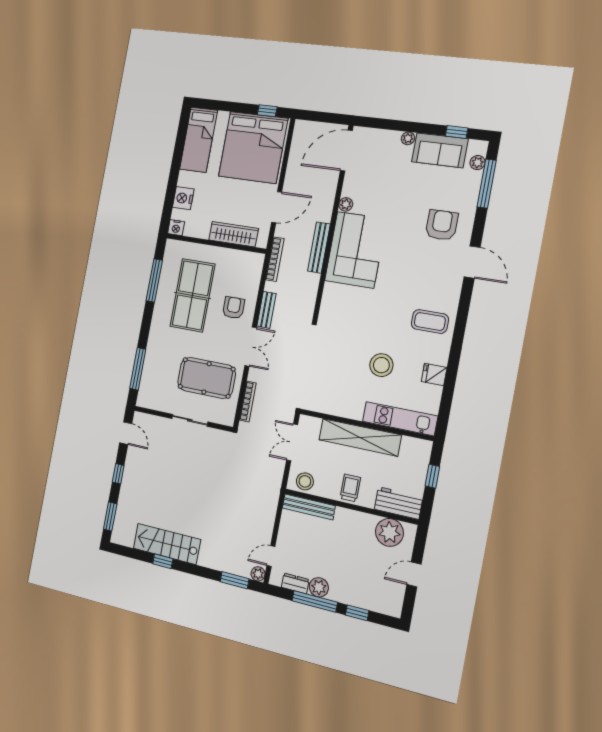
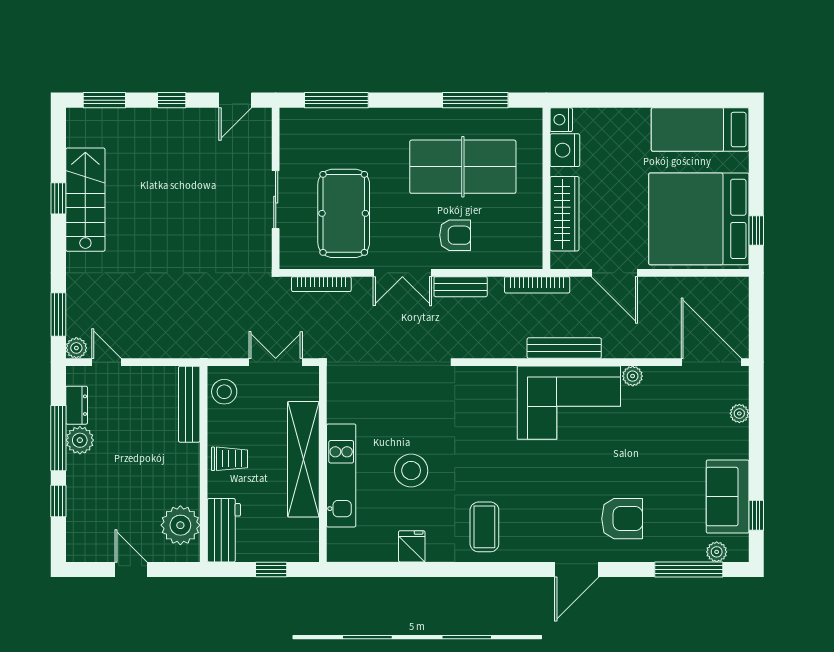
plant: (408, 138) -> (739, 413), moved
nightstand: (183, 198) -> (565, 150), moved, turned -90
kitchen unit: (400, 419) -> (341, 476), moved

